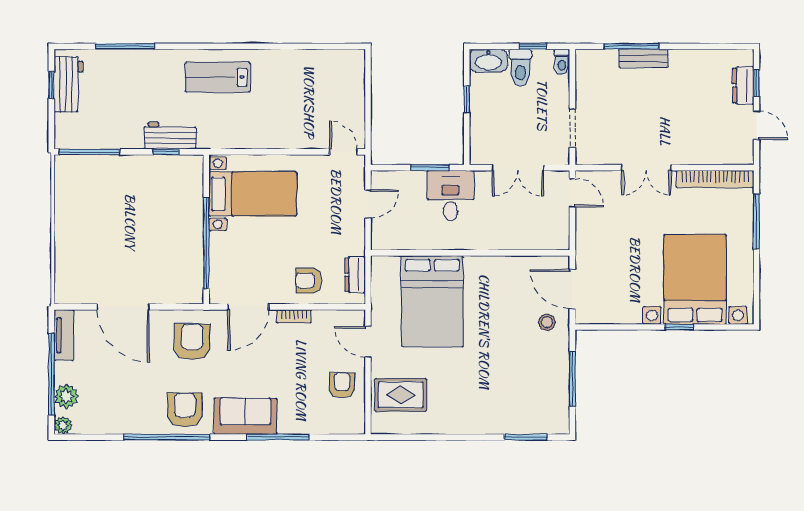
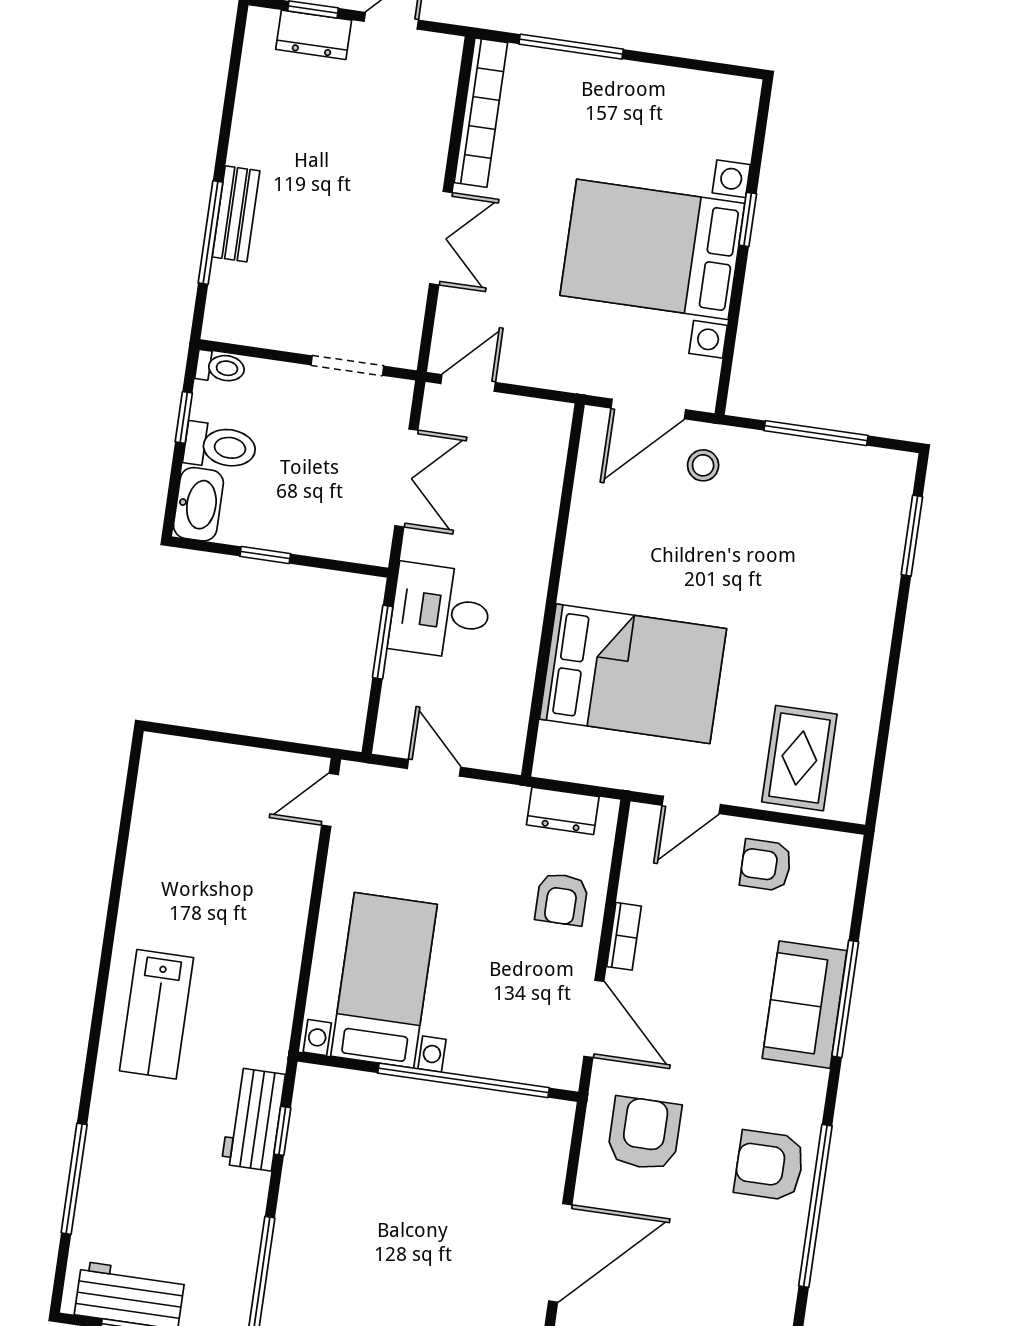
bed with nightstands: (695, 279) -> (652, 249), moved
armchair: (192, 342) -> (644, 1133), turned 90
sofa: (245, 416) -> (805, 1005), moved

